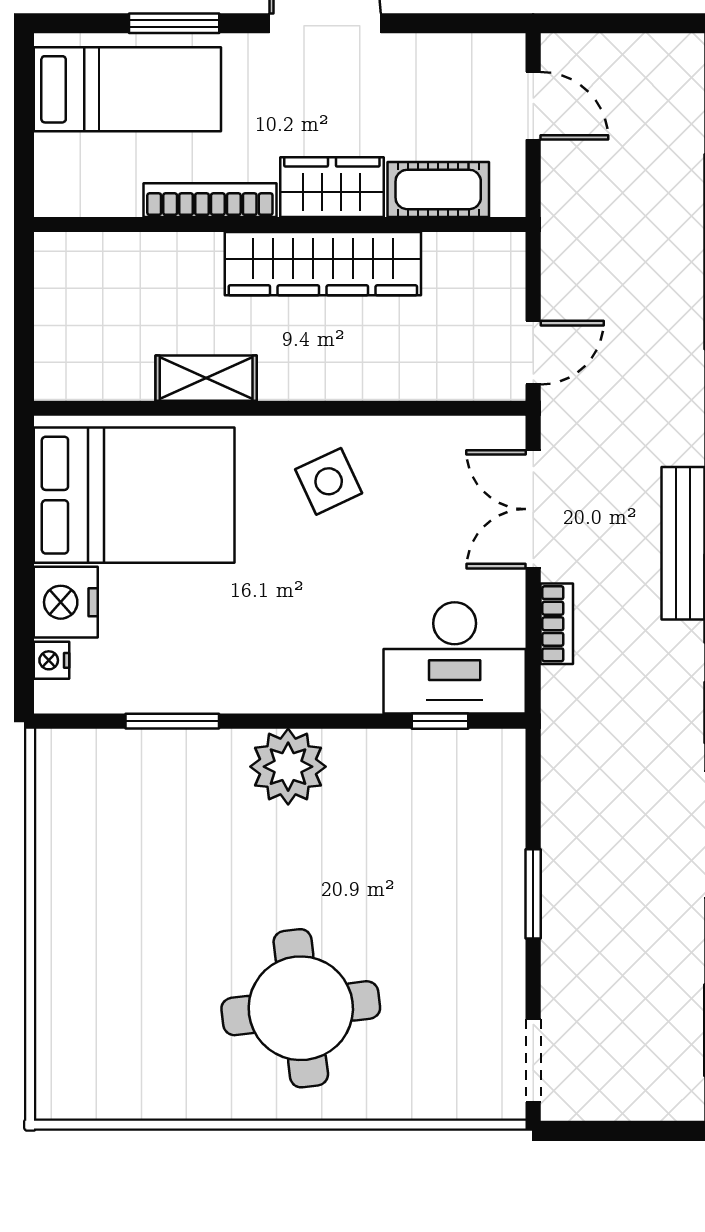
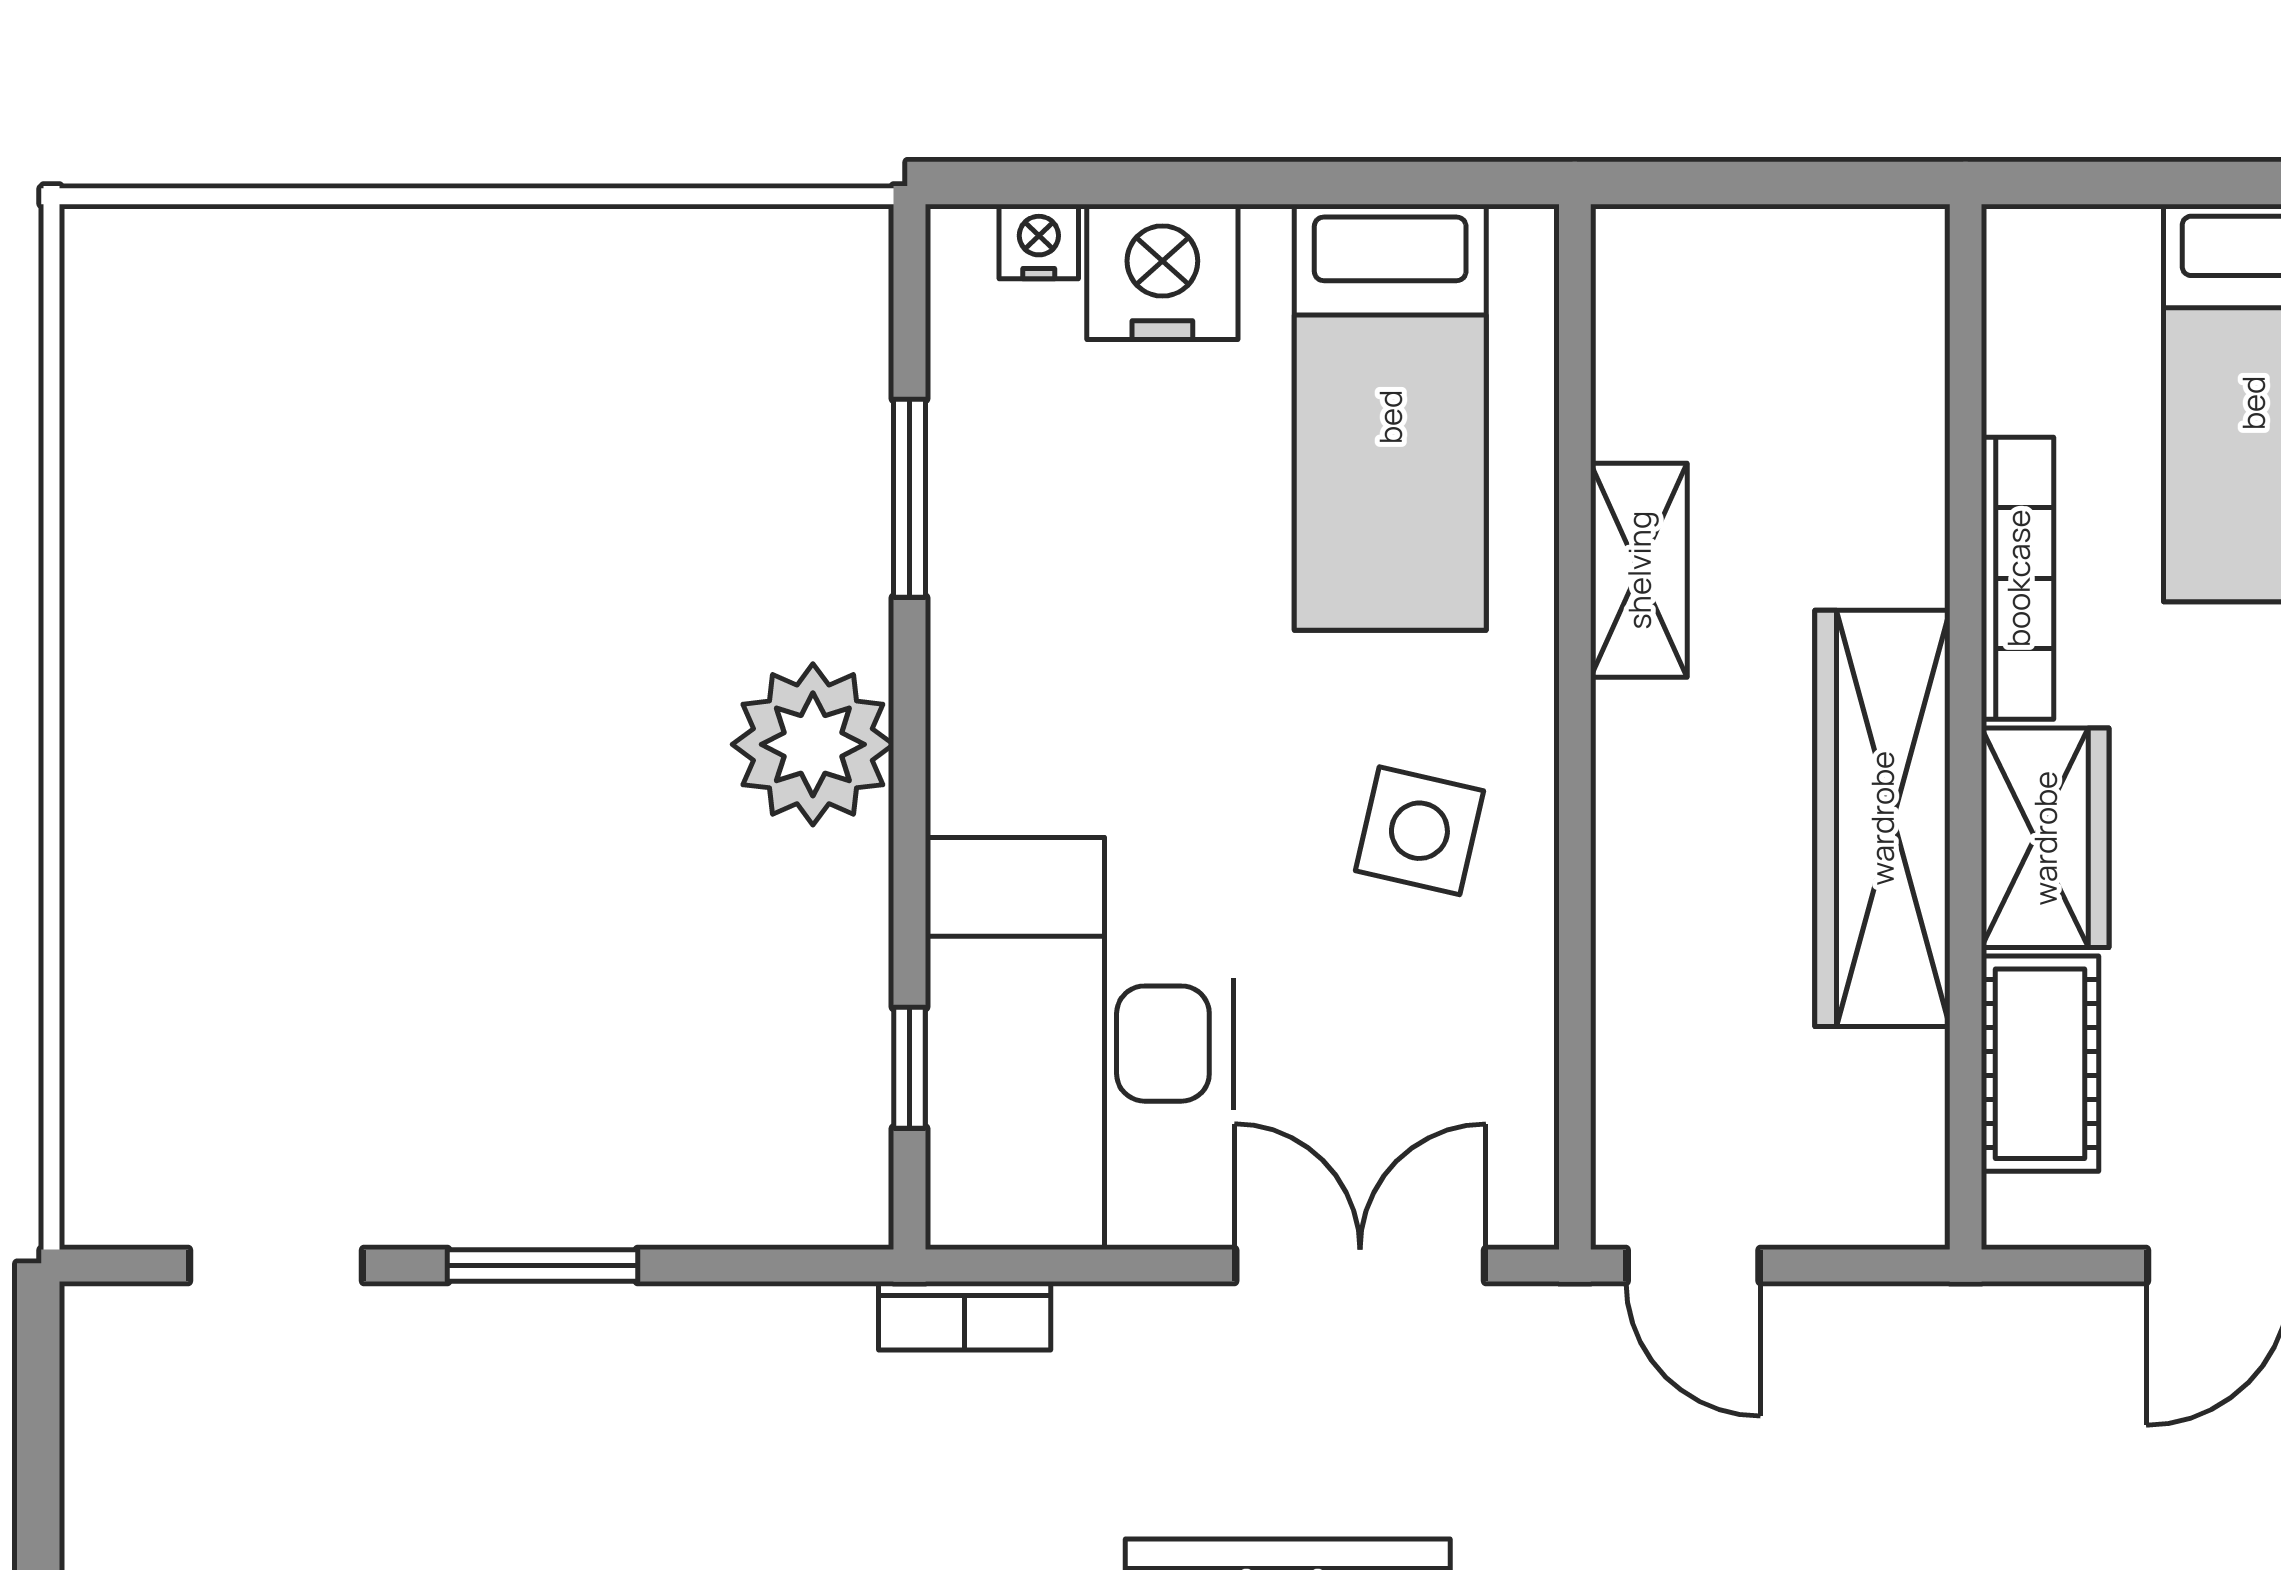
side table: (329, 481) -> (1419, 831), turned 38
bed: (134, 495) -> (1390, 417), width x0.67
bookcase: (557, 624) -> (965, 1316), moved
desk: (455, 658) -> (1080, 1044), width x1.36, depth x1.30
round table: (301, 1008) -> (299, 772), removed
doorway: (533, 1061) -> (276, 1265), moved

